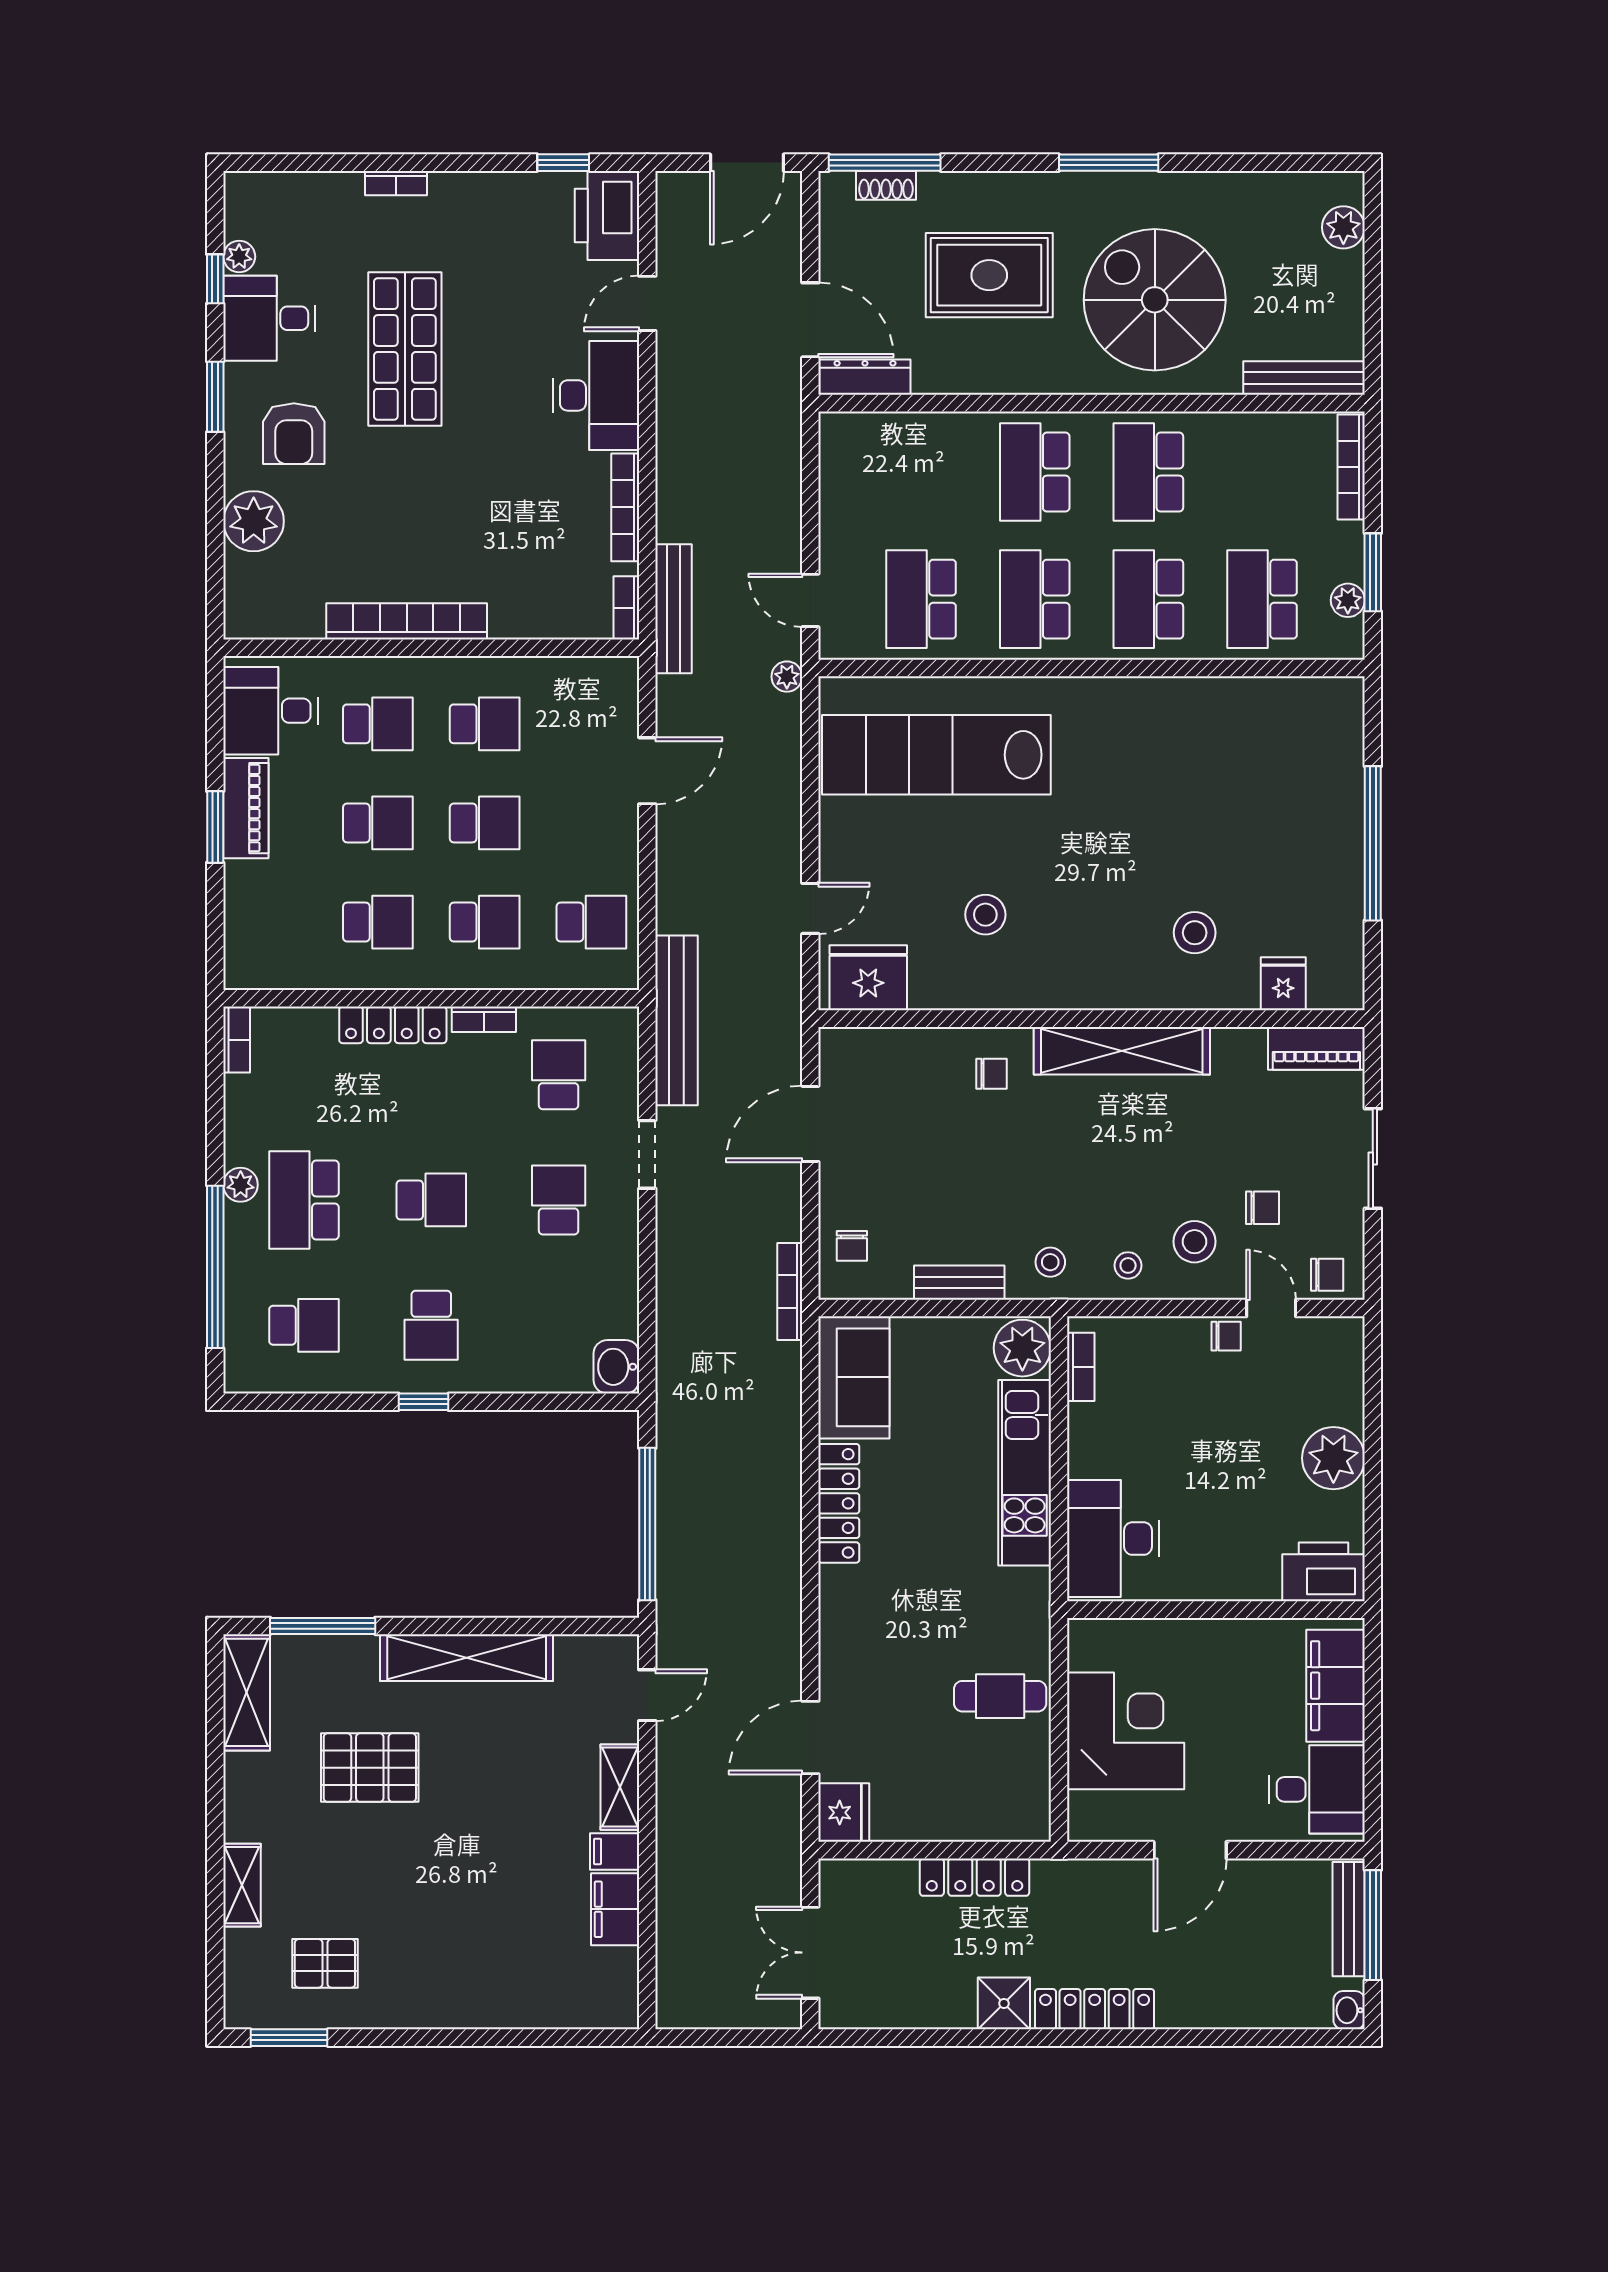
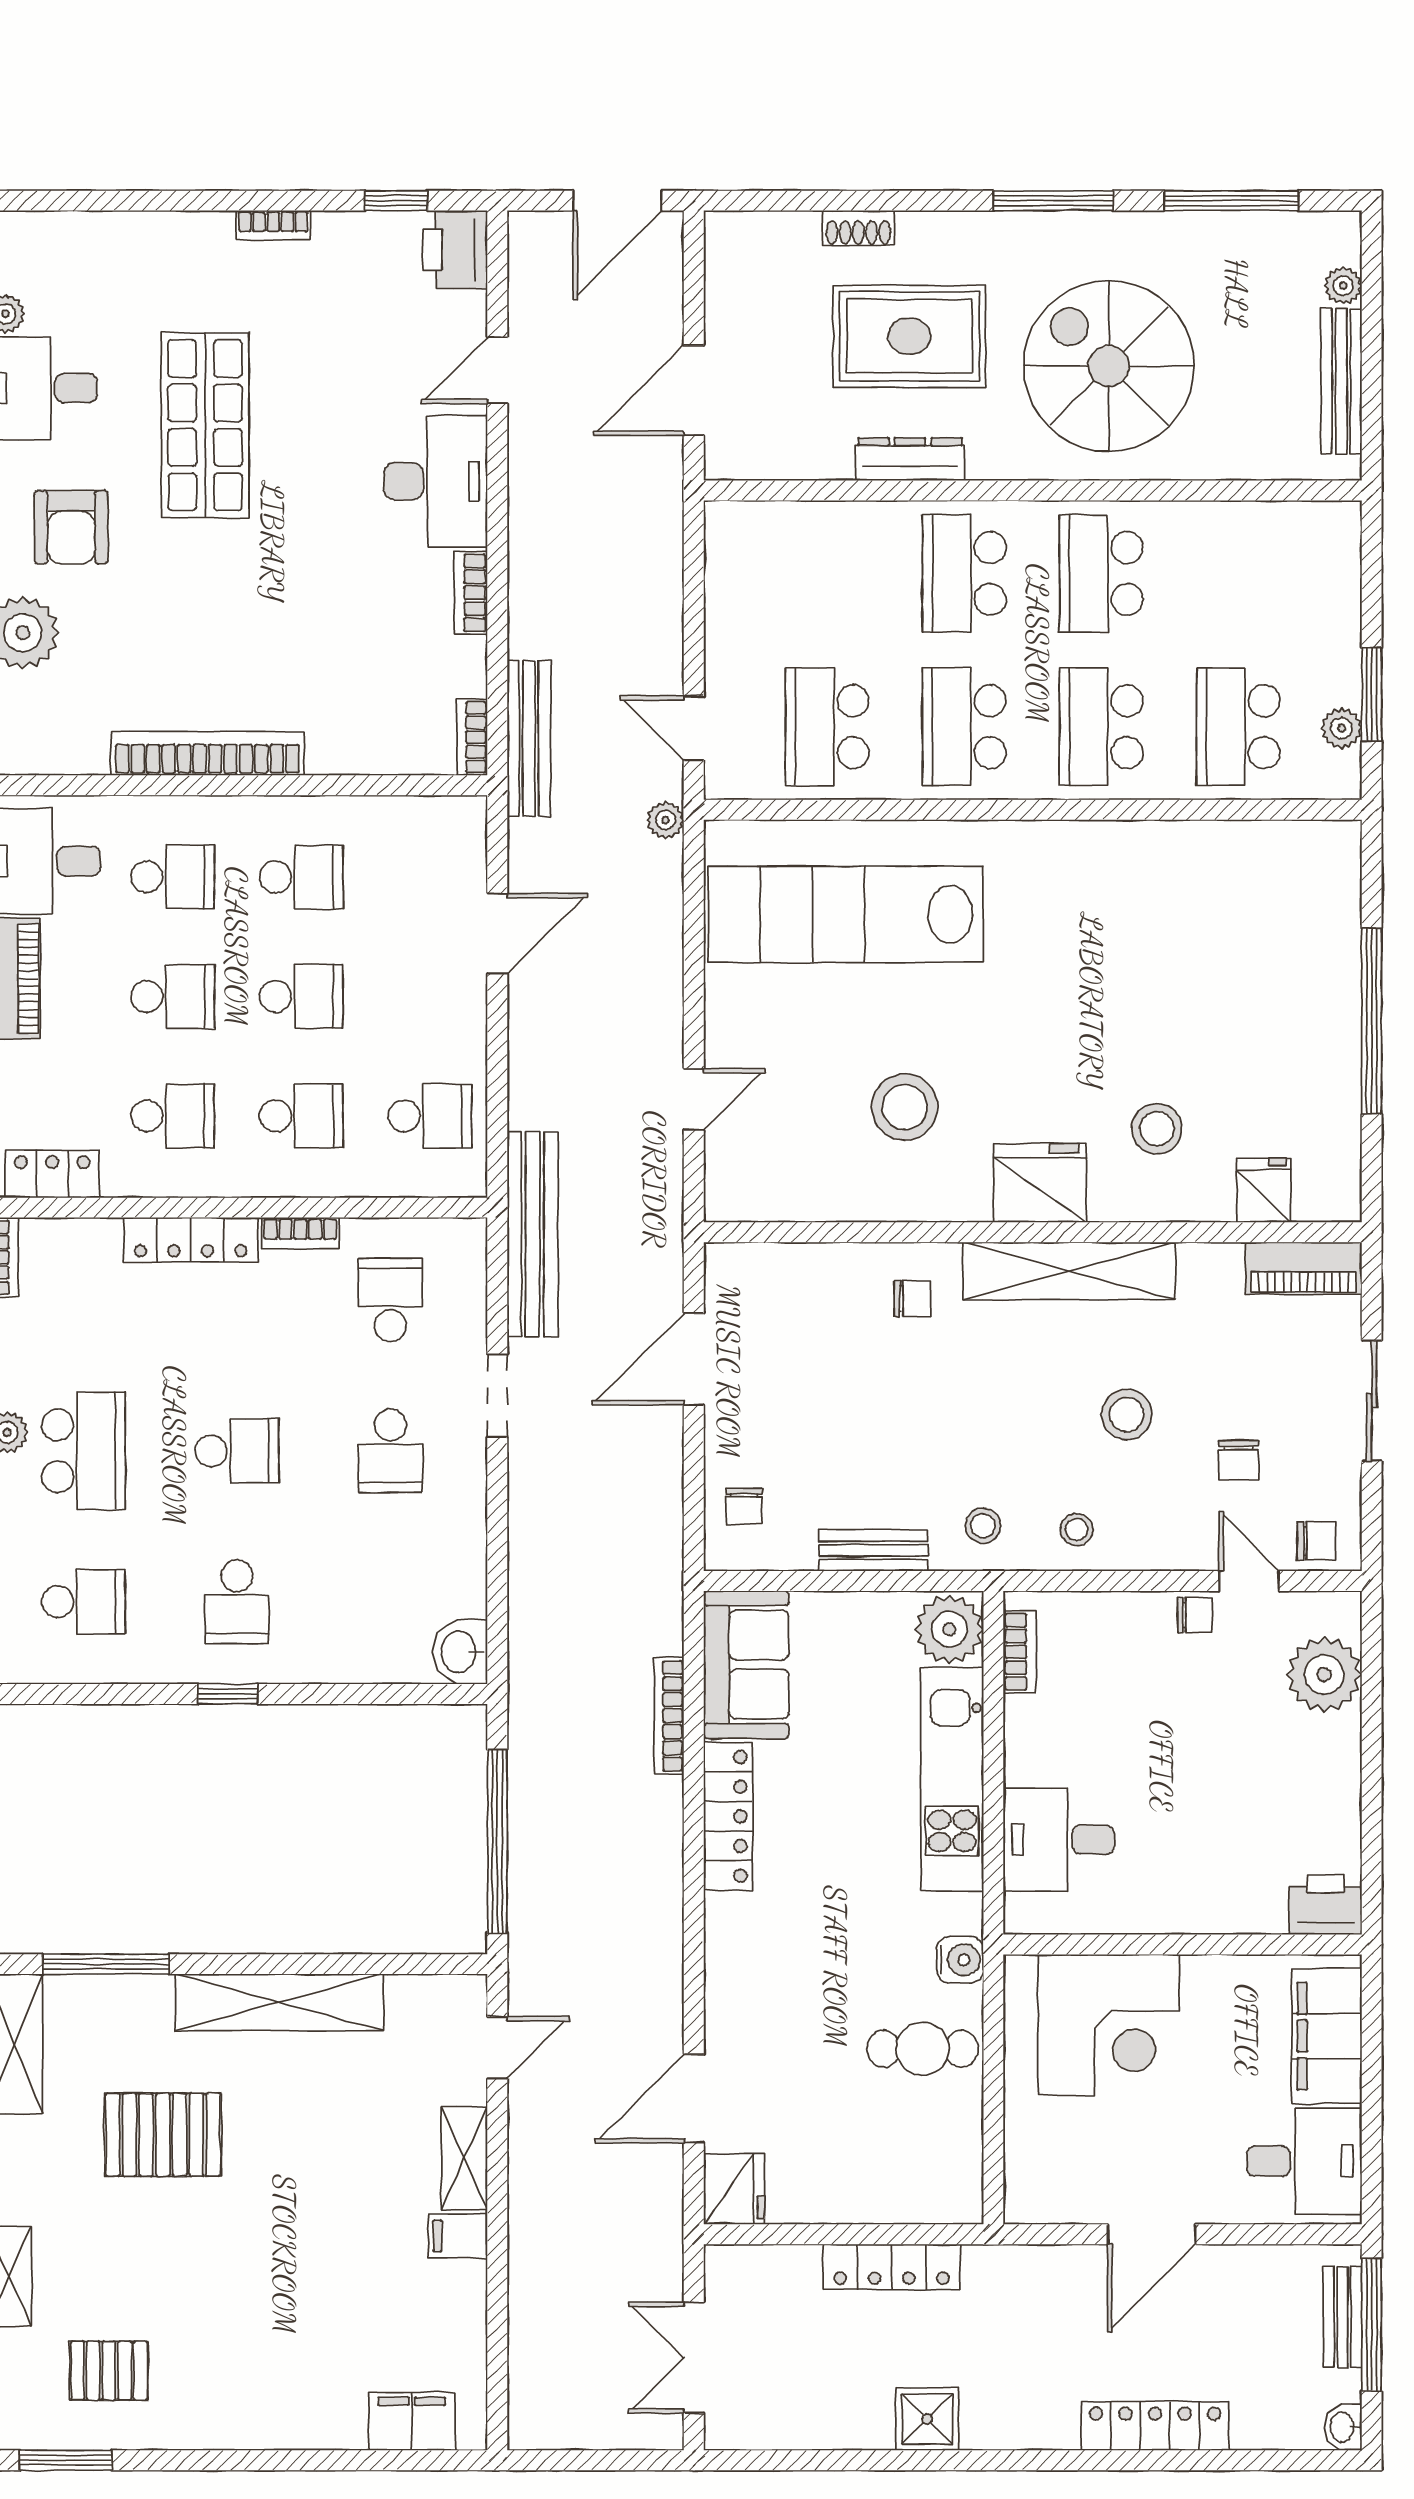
window: (885, 163) -> (1231, 201), moved
bookcase: (396, 183) -> (273, 225), moved
shoe rack: (886, 185) -> (858, 228), moved
printer: (607, 215) -> (455, 250), width x0.73, depth x0.84
plant: (1343, 227) -> (1343, 286), width x0.73, depth x0.73
door: (810, 320) -> (694, 390), swing flipped
dresser: (865, 377) -> (910, 459), moved
bench: (1304, 378) -> (1341, 381), moved, turned 90
bookcase: (1351, 467) -> (1346, 568), removed
bookcase: (625, 507) -> (471, 593), width x0.64
stool: (985, 915) -> (905, 1107), width x1.38, depth x1.38
locker: (278, 970) -> (52, 1174), added
fridge: (868, 978) -> (1040, 1183), moved
school desk: (304, 1200) -> (84, 1451), turned 180
school desk: (559, 1200) -> (390, 1451), turned 180
chair: (1262, 1208) -> (1239, 1460), turned 90
stool: (1194, 1242) -> (1127, 1415), moved
bookcase: (790, 1292) -> (669, 1716), moved
plant: (1333, 1458) -> (1324, 1675), moved
desk: (1113, 1539) -> (1059, 1840), width x0.73
printer: (1324, 1572) -> (1326, 1905), width x0.73, depth x0.84
water cooler: (1031, 1622) -> (960, 1960), added
corner desk: (1126, 1731) -> (1109, 2025), moved, turned 90
filing cabinet: (615, 1909) -> (412, 2421), moved, turned 90
bench: (1349, 1919) -> (1343, 2317), width x0.73
locker: (1095, 2009) -> (1155, 2426), moved

